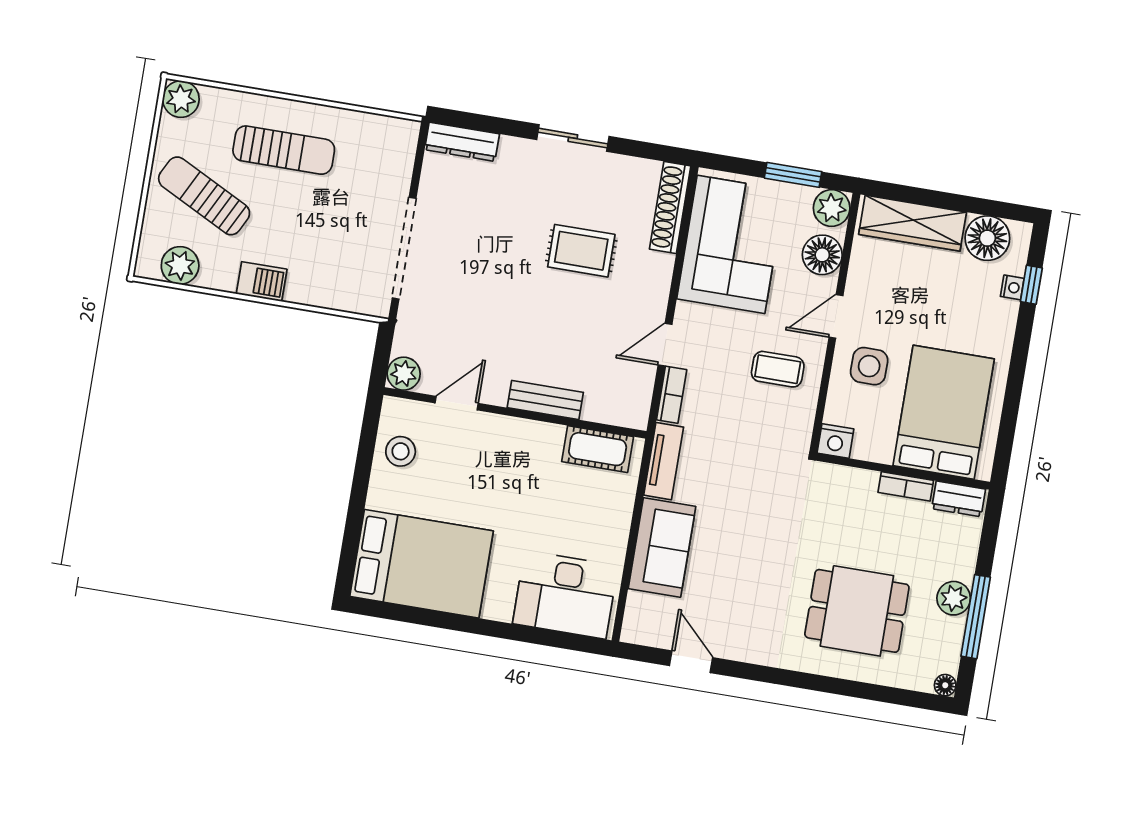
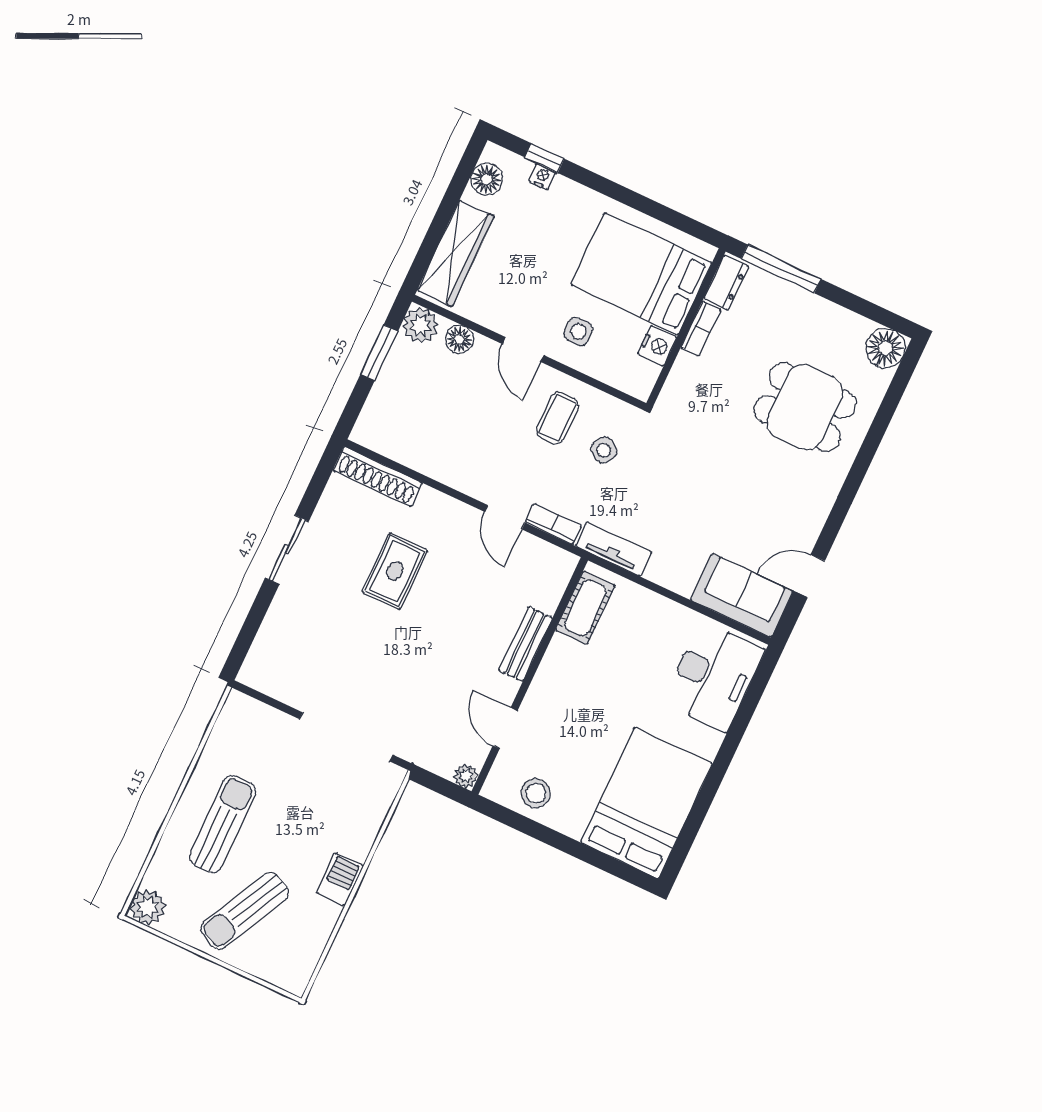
dresser: (462, 142) -> (261, 655), removed
floor lamp: (987, 238) -> (487, 179), width x0.73, depth x0.73
corner sofa: (731, 244) -> (428, 429), removed
floor lamp: (822, 255) -> (459, 339), width x0.73, depth x0.73
plant: (180, 265) -> (304, 951), removed
side table: (869, 366) -> (578, 331), width x0.73, depth x0.73
plant: (404, 374) -> (466, 776), width x0.73, depth x0.73
side table: (759, 424) -> (604, 450), added
nightstand: (835, 441) -> (657, 346), moved
sofa: (662, 548) -> (742, 596), moved
plant: (954, 598) -> (818, 313), removed
dining table: (857, 611) -> (805, 407), turned 90
window: (976, 617) -> (781, 269), moved
floor lamp: (945, 685) -> (885, 348), width x1.89, depth x1.89

